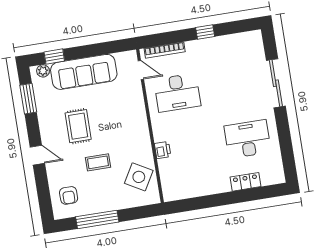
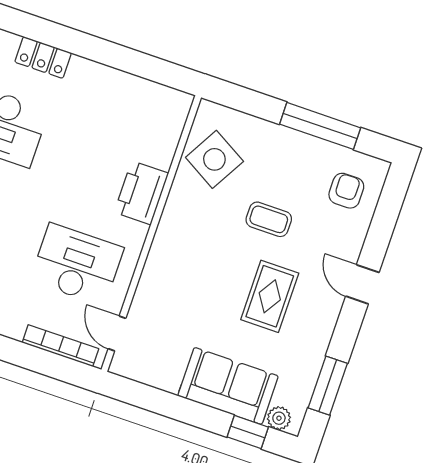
sofa: (84, 72) -> (228, 386), width x0.73
printer: (163, 150) -> (141, 193), width x1.87, depth x1.48

